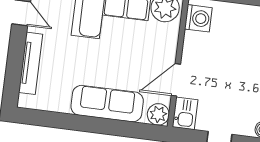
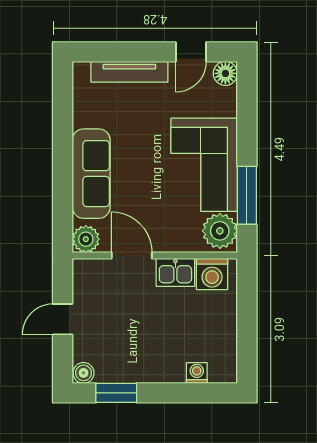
kitchen sink: (185, 113) -> (175, 272), moved

